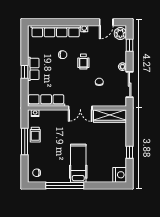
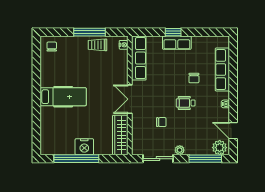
row of seats: (56, 31) -> (222, 70), width x0.73
window: (130, 45) -> (205, 159), width x2.17
window: (130, 152) -> (76, 159), width x3.17
nightstand: (120, 175) -> (84, 147), moved
window: (65, 185) -> (36, 81), removed

